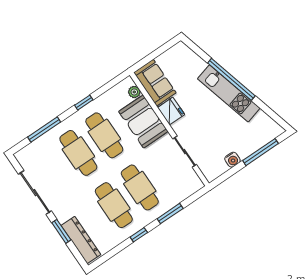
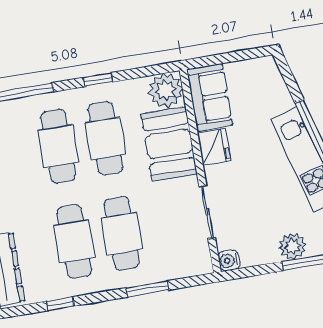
plant: (134, 92) -> (166, 90), width x1.88, depth x1.88
plant: (245, 149) -> (293, 246), added
water cooler: (232, 160) -> (229, 260), moved, turned 90
window: (139, 235) -> (60, 304), moved

